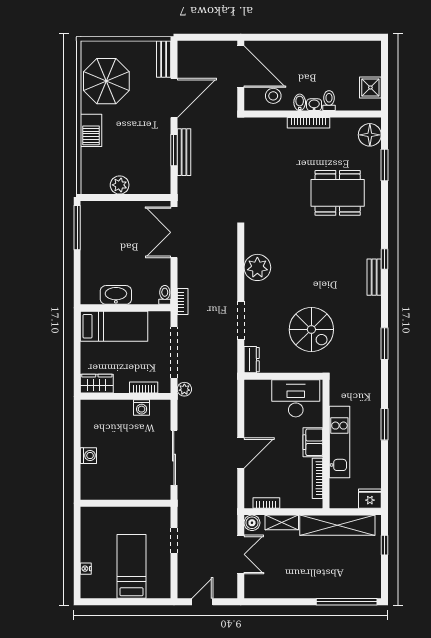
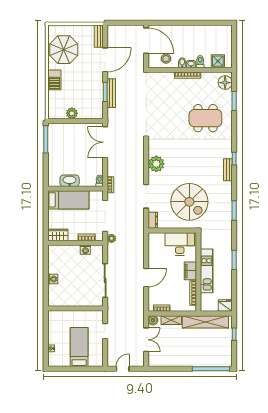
shower: (370, 87) -> (218, 61), moved
spiral stairs: (311, 330) -> (189, 202), width x1.37, depth x1.37

